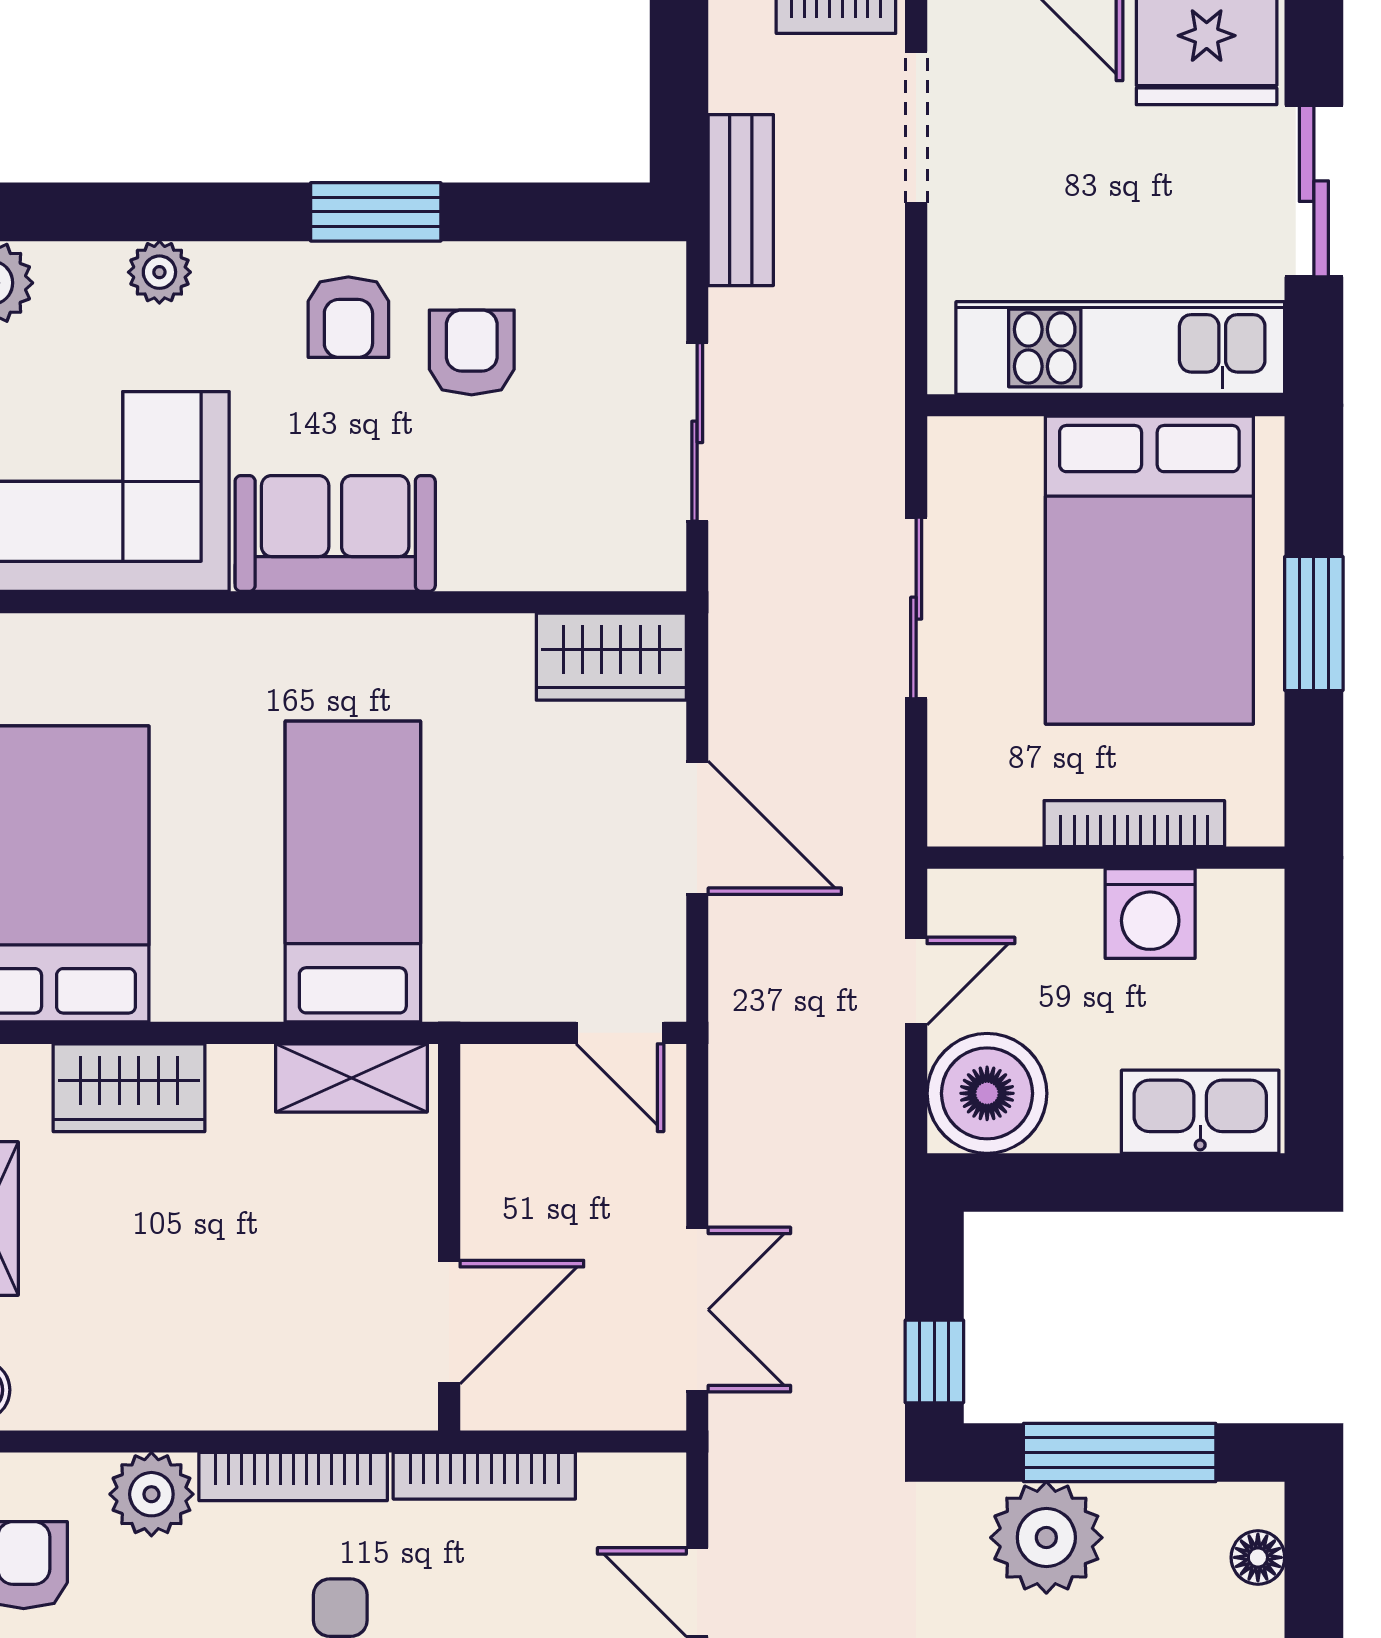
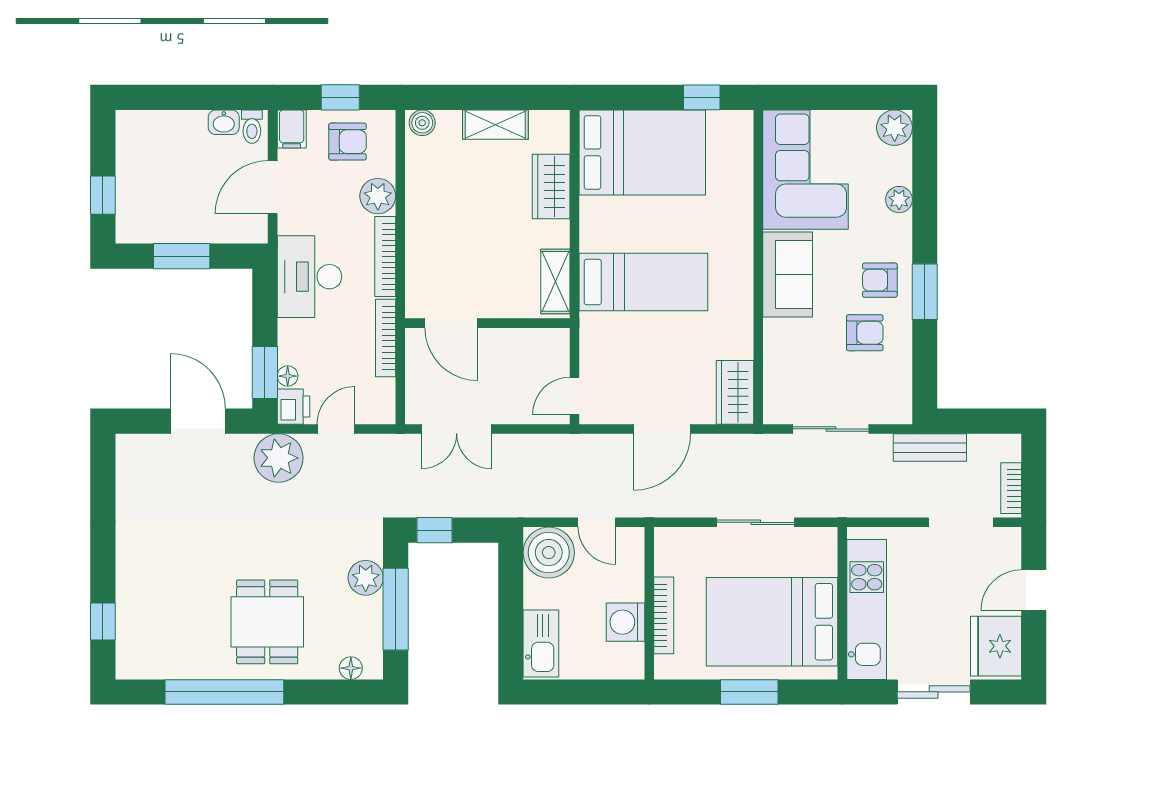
plant: (1046, 1538) -> (366, 578), width x0.73, depth x0.73

